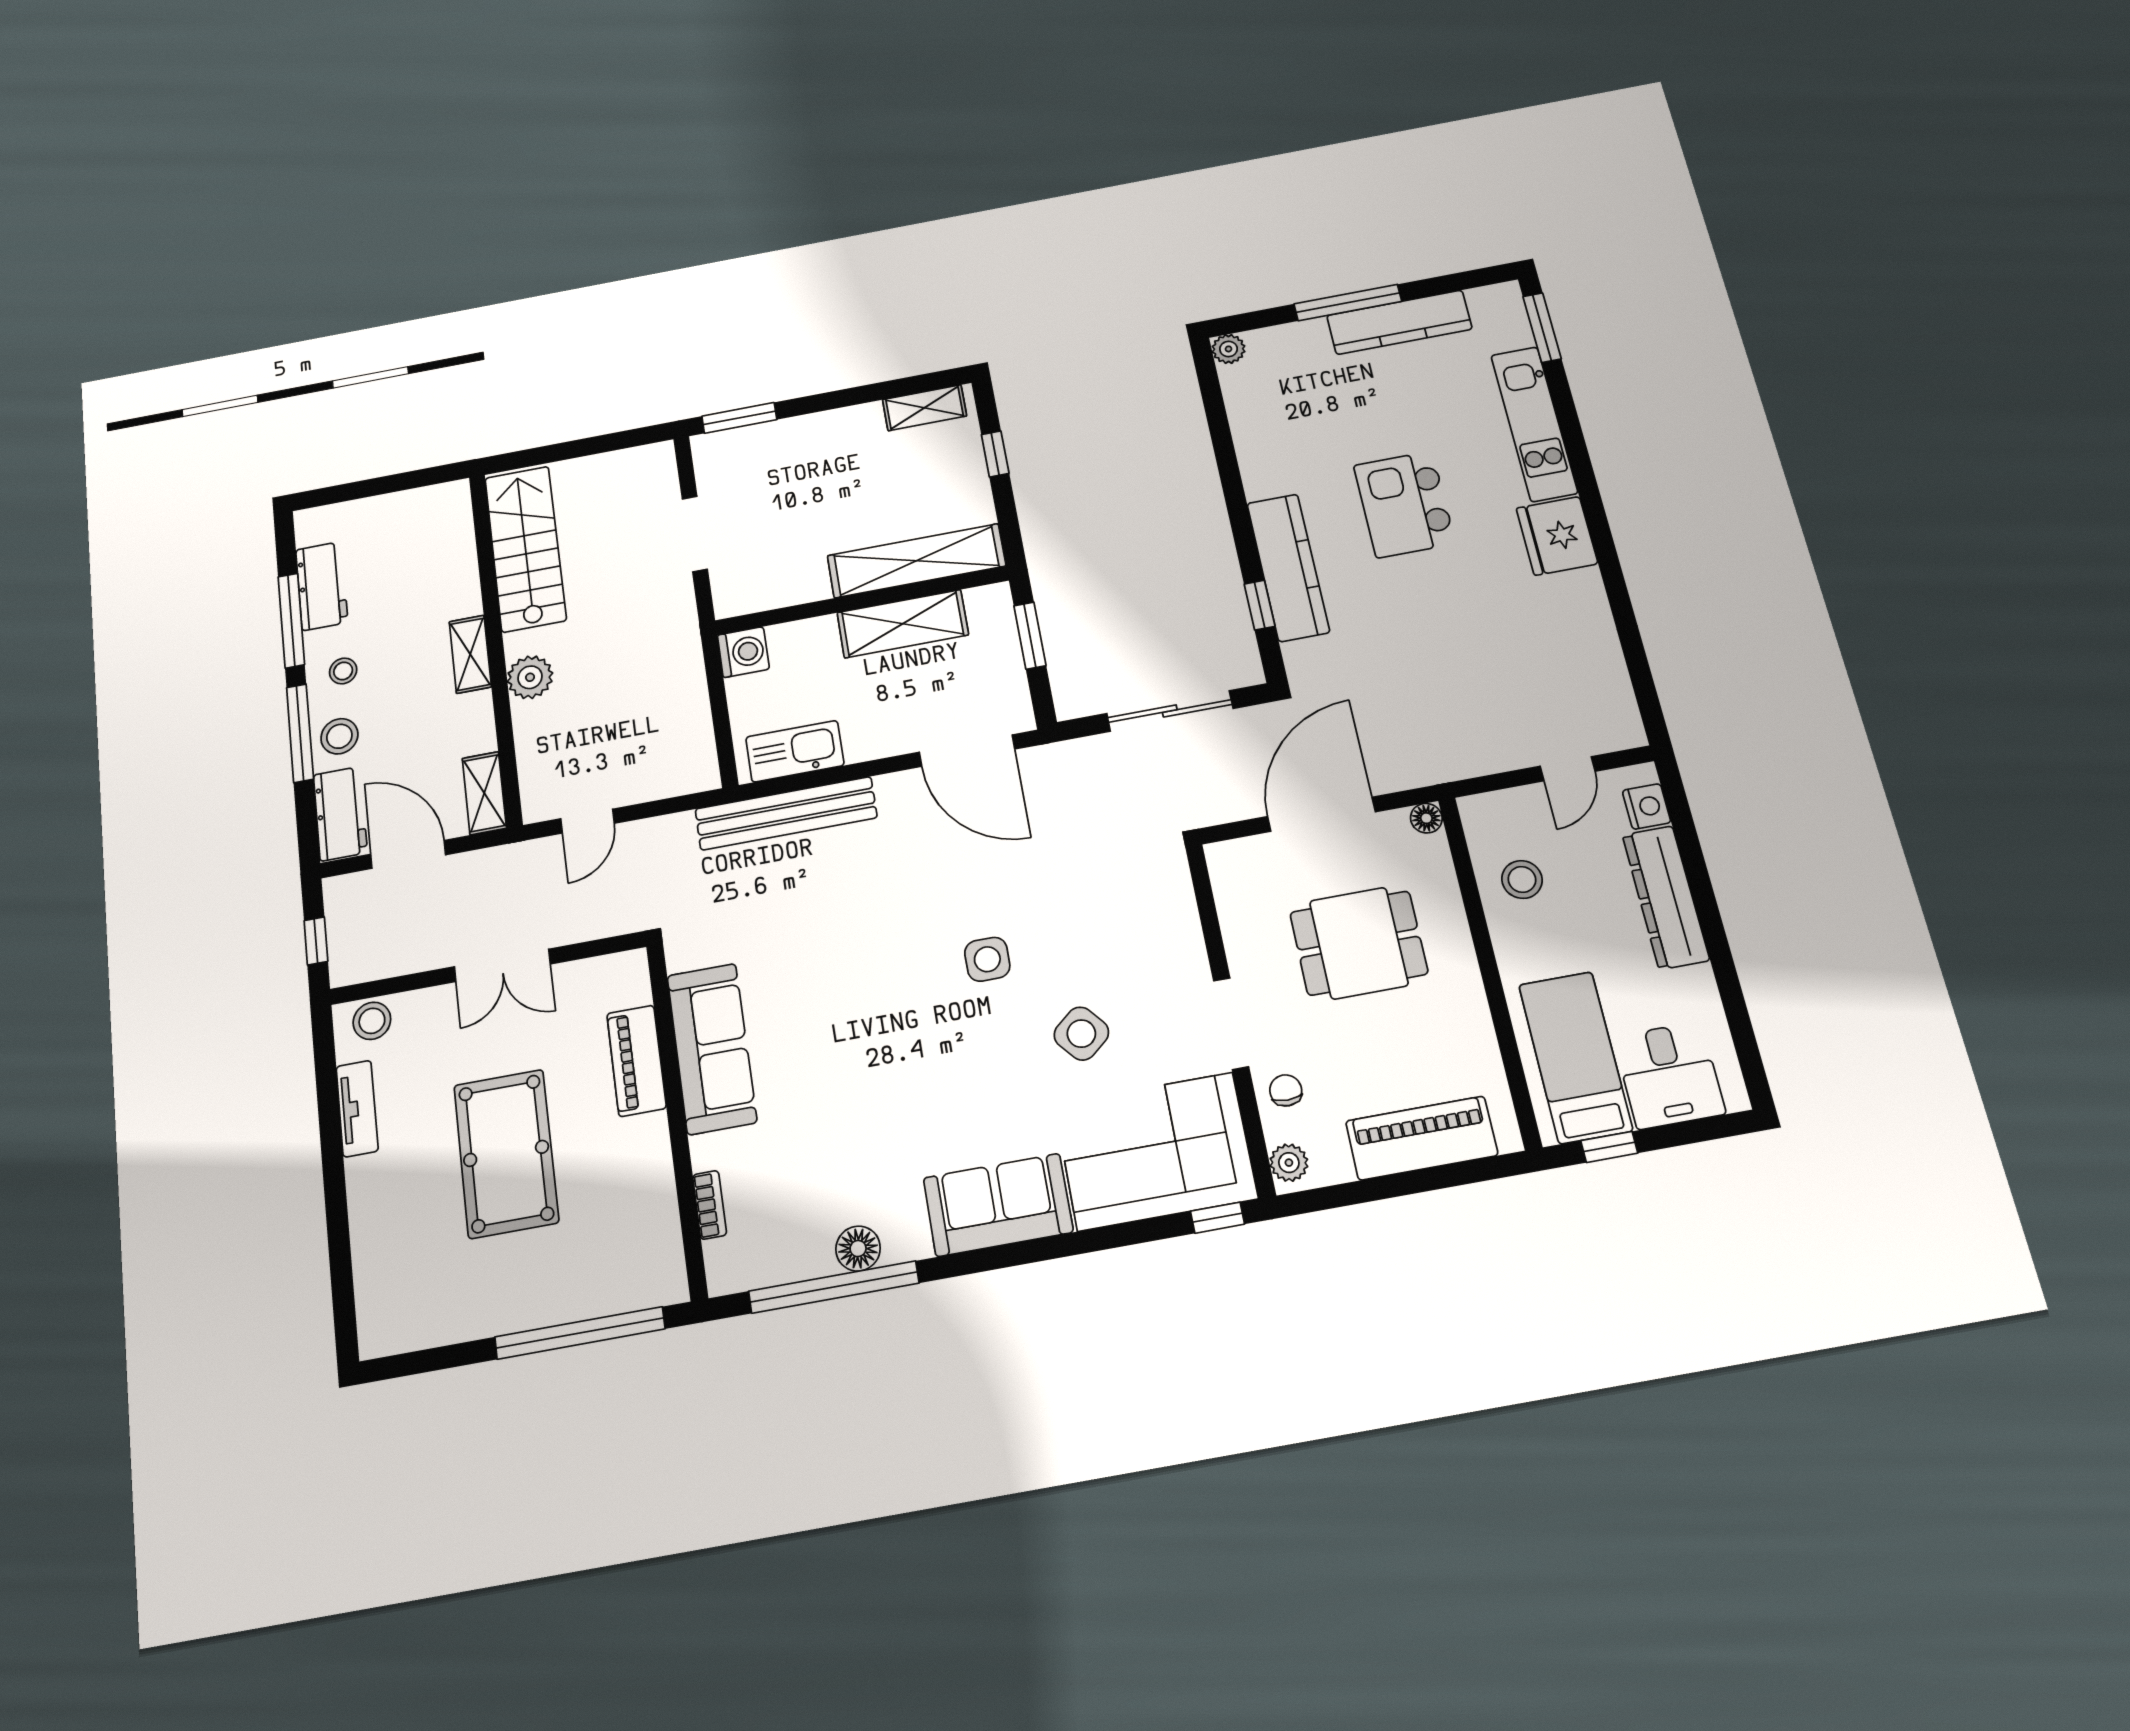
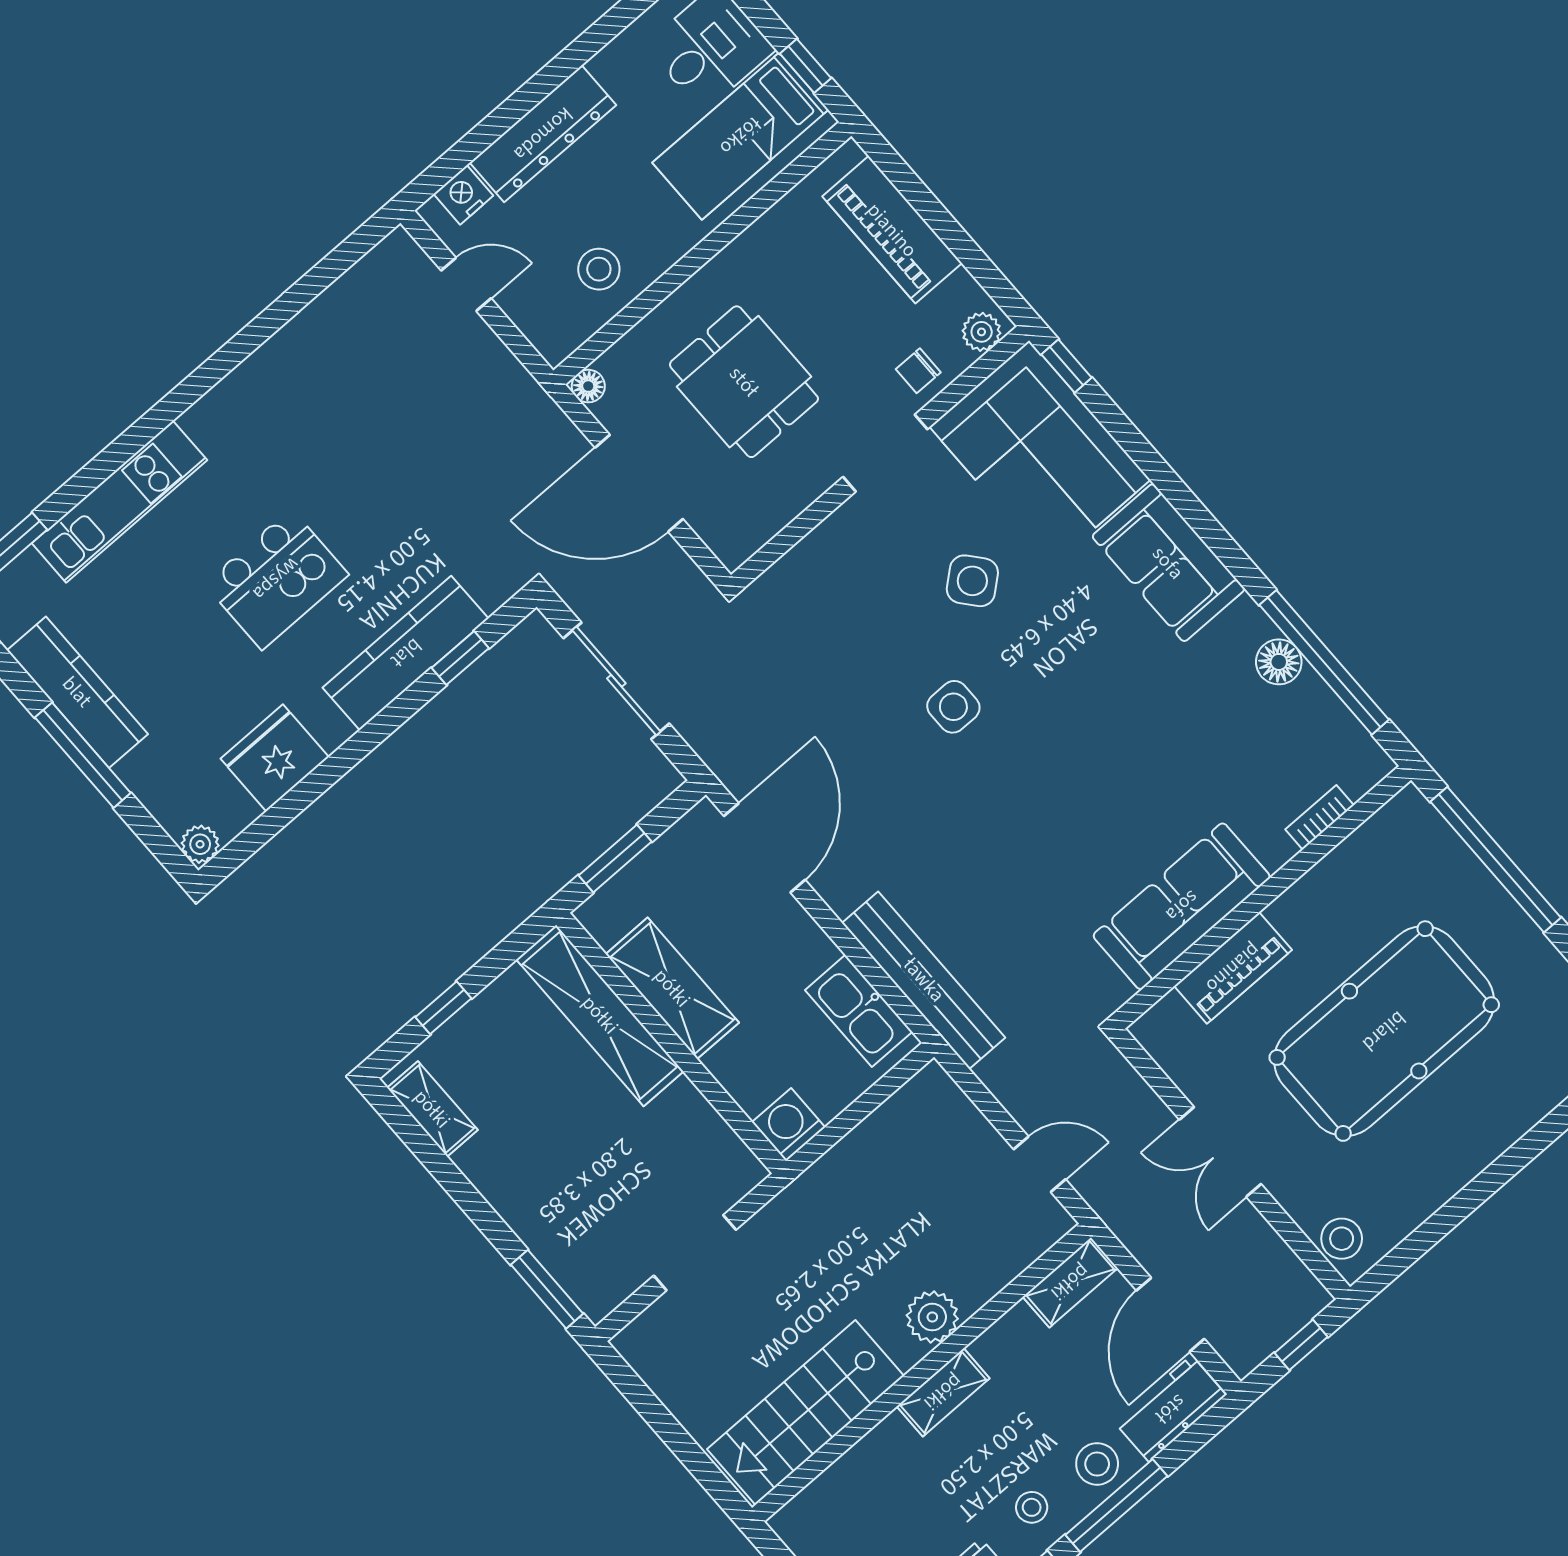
fridge: (1557, 536) -> (275, 758), moved, turned 180
double door: (502, 965) -> (1220, 1152), swing flipped
tv unit: (357, 1109) -> (1426, 1196), removed
pool table: (506, 1153) -> (1384, 1031), width x1.36, depth x1.32

